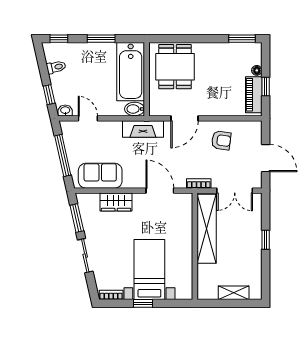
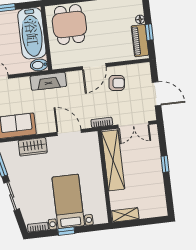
door: (185, 118) -> (94, 67), moved
shelving: (234, 293) -> (125, 215), moved

